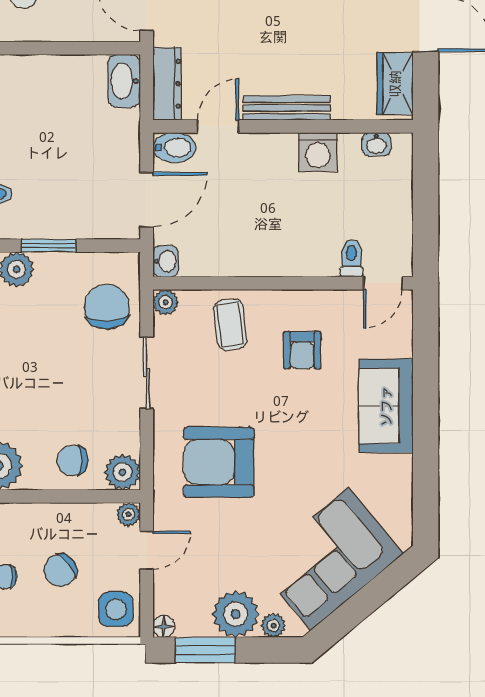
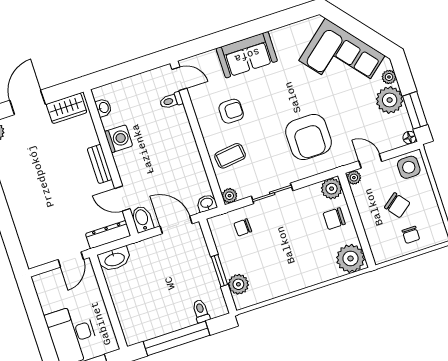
bench: (287, 108) -> (100, 164), width x0.73
chair: (107, 307) -> (243, 227), width x0.54, depth x0.54
chair: (72, 460) -> (334, 219), turned 90

